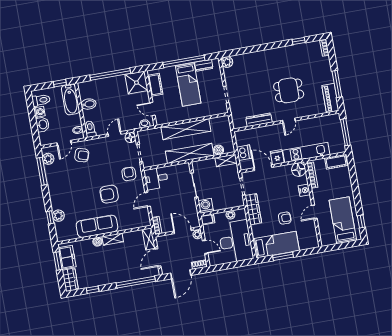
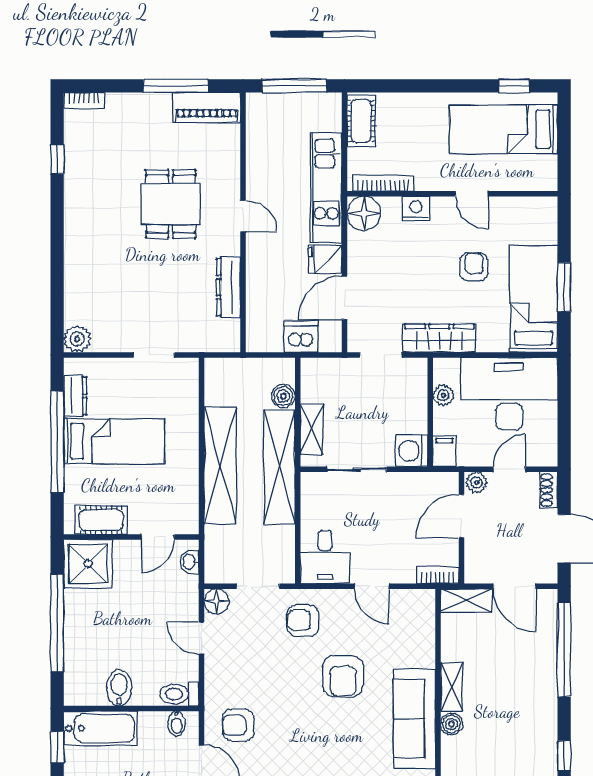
armchair: (82, 155) -> (238, 725), turned -108
shelving: (226, 160) -> (312, 429), moved

